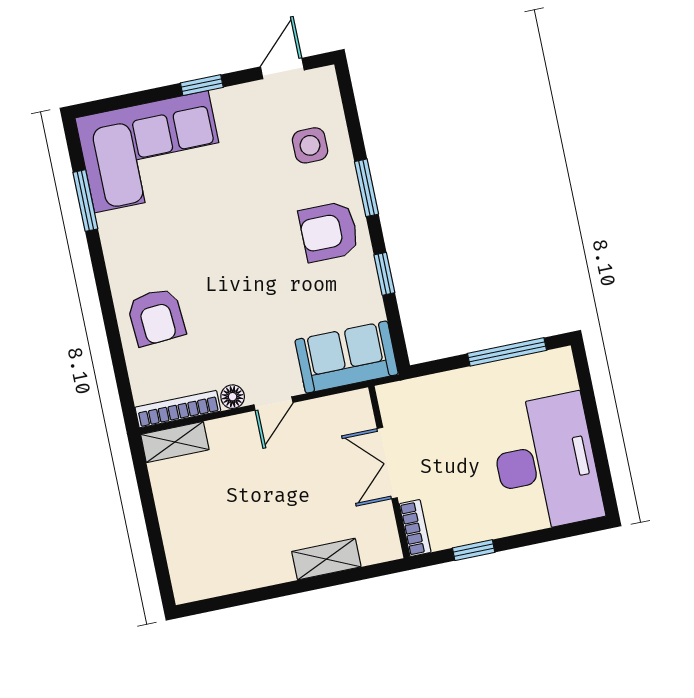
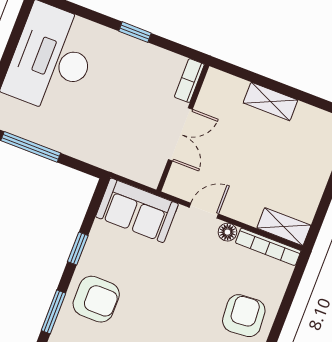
double door: (387, 463) -> (180, 134), moved
wall: (389, 472) -> (183, 128), moved
bookcase: (415, 528) -> (189, 81), moved
shelving: (326, 559) -> (270, 101), moved

